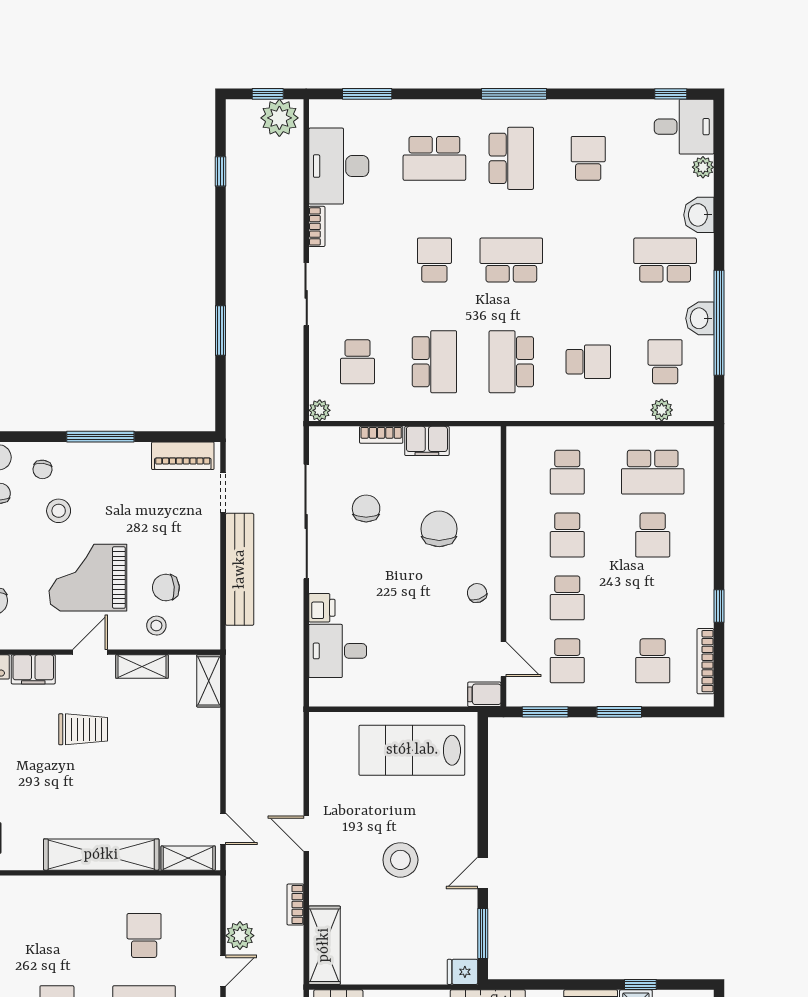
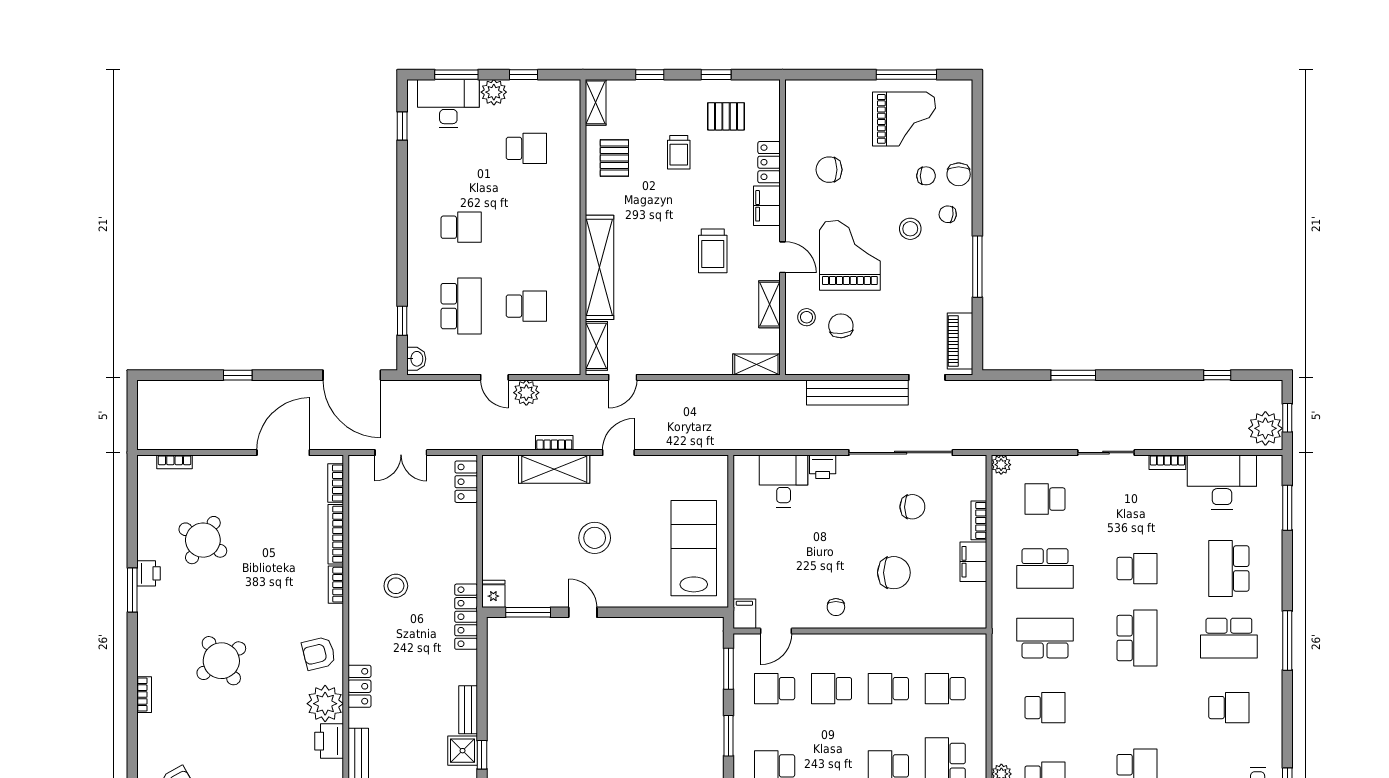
school desk: (588, 362) -> (1045, 708), turned -90
chair: (477, 593) -> (836, 607), turned 109
shelving: (324, 945) -> (554, 469), moved

